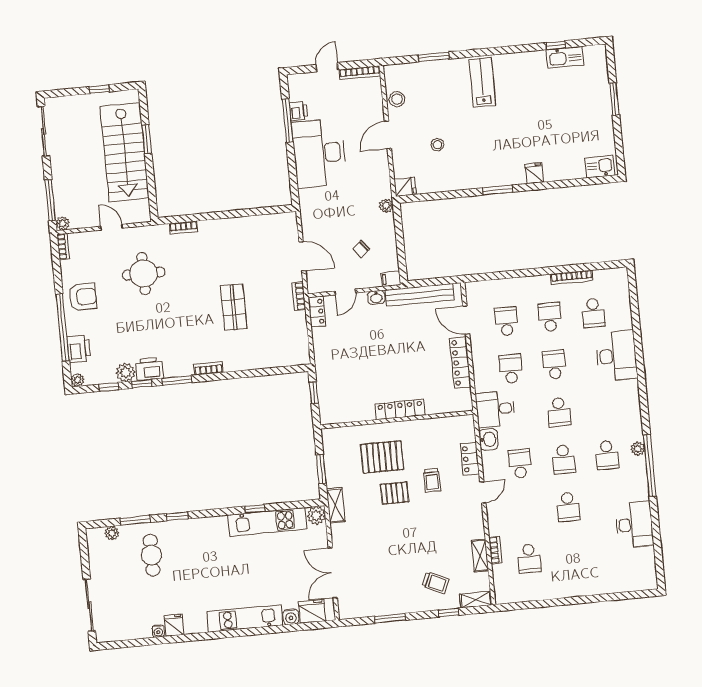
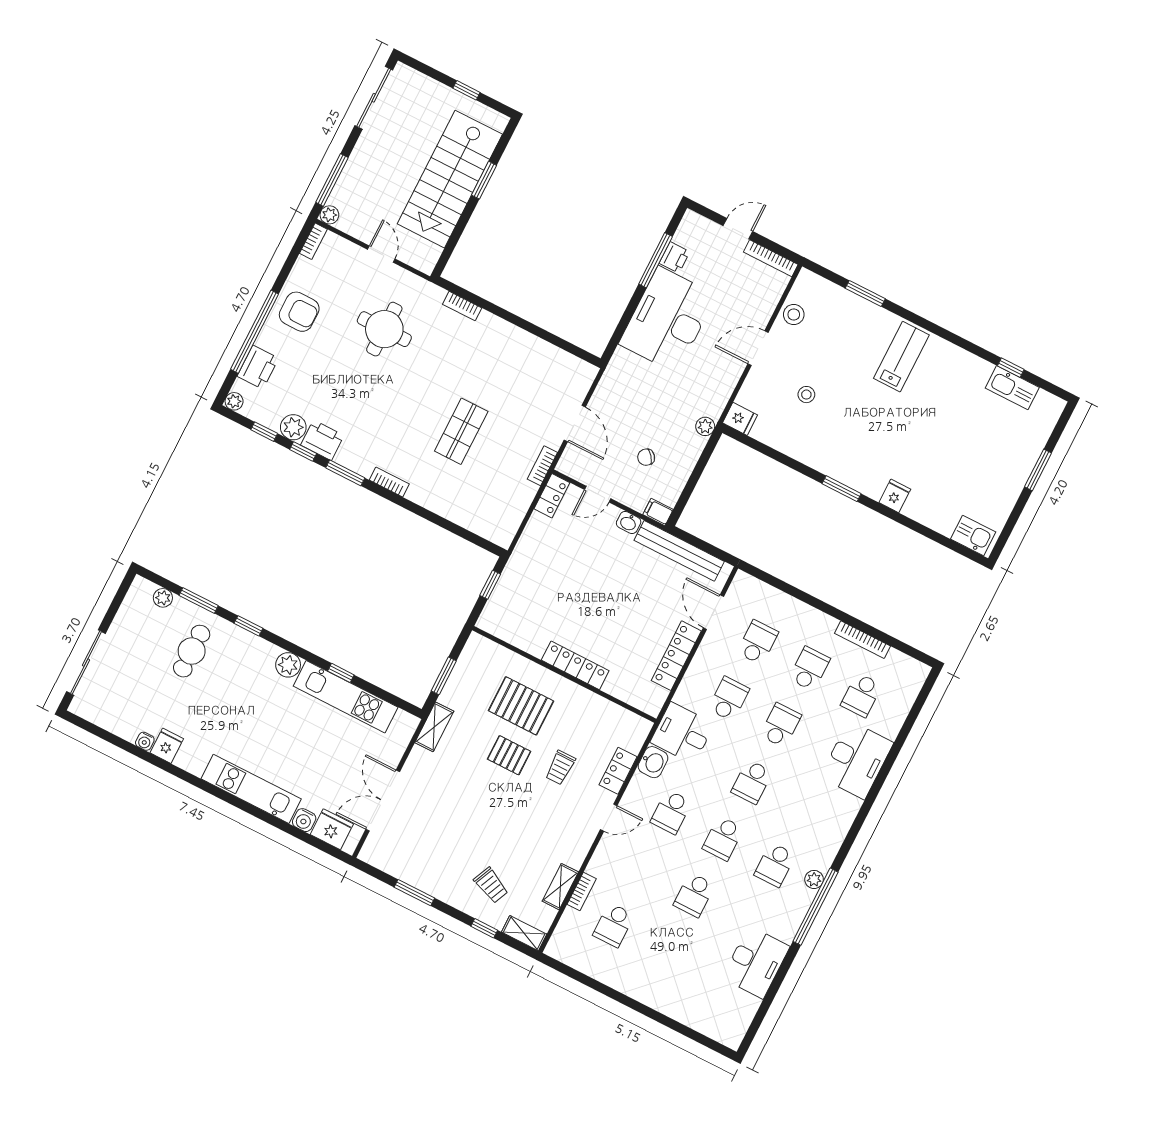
school desk: (520, 464) -> (671, 812), turned 180
plant: (316, 516) -> (288, 665), moved

